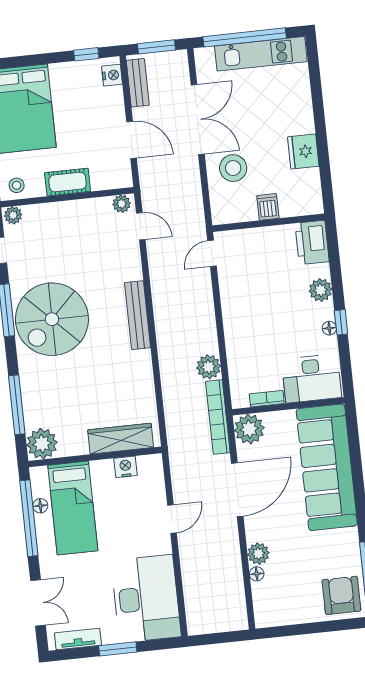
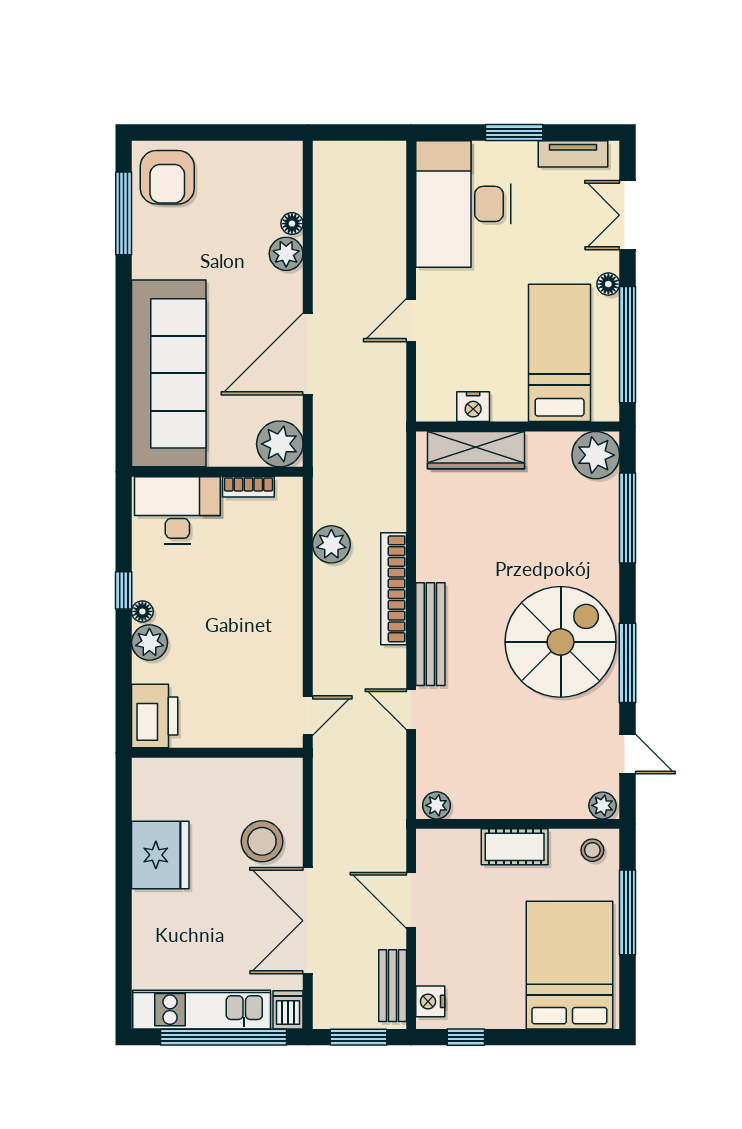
fridge: (303, 152) -> (160, 855), width x1.36, depth x1.34
dishwasher: (268, 207) -> (288, 1010), moved, turned 180
door: (141, 226) -> (411, 709), moved
floor lamp: (329, 328) -> (142, 611), moved
bookcase: (218, 417) -> (394, 589), moved, turned 180
floor lamp: (40, 506) -> (608, 284), moved

